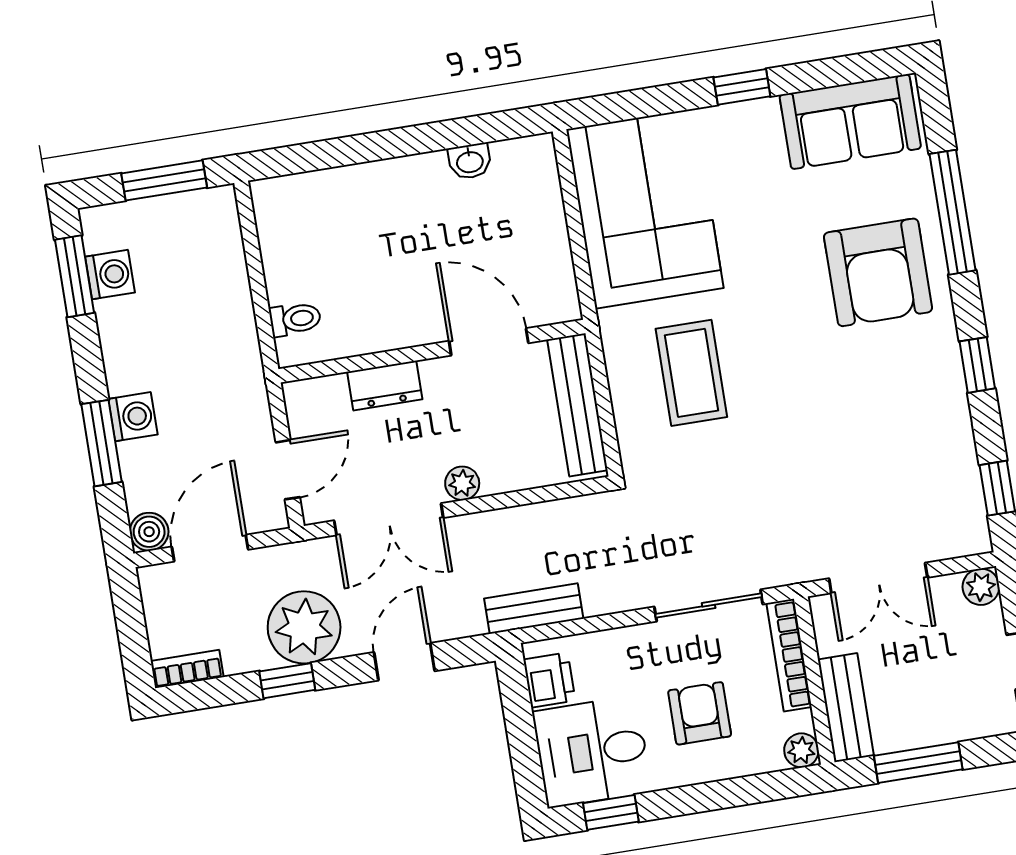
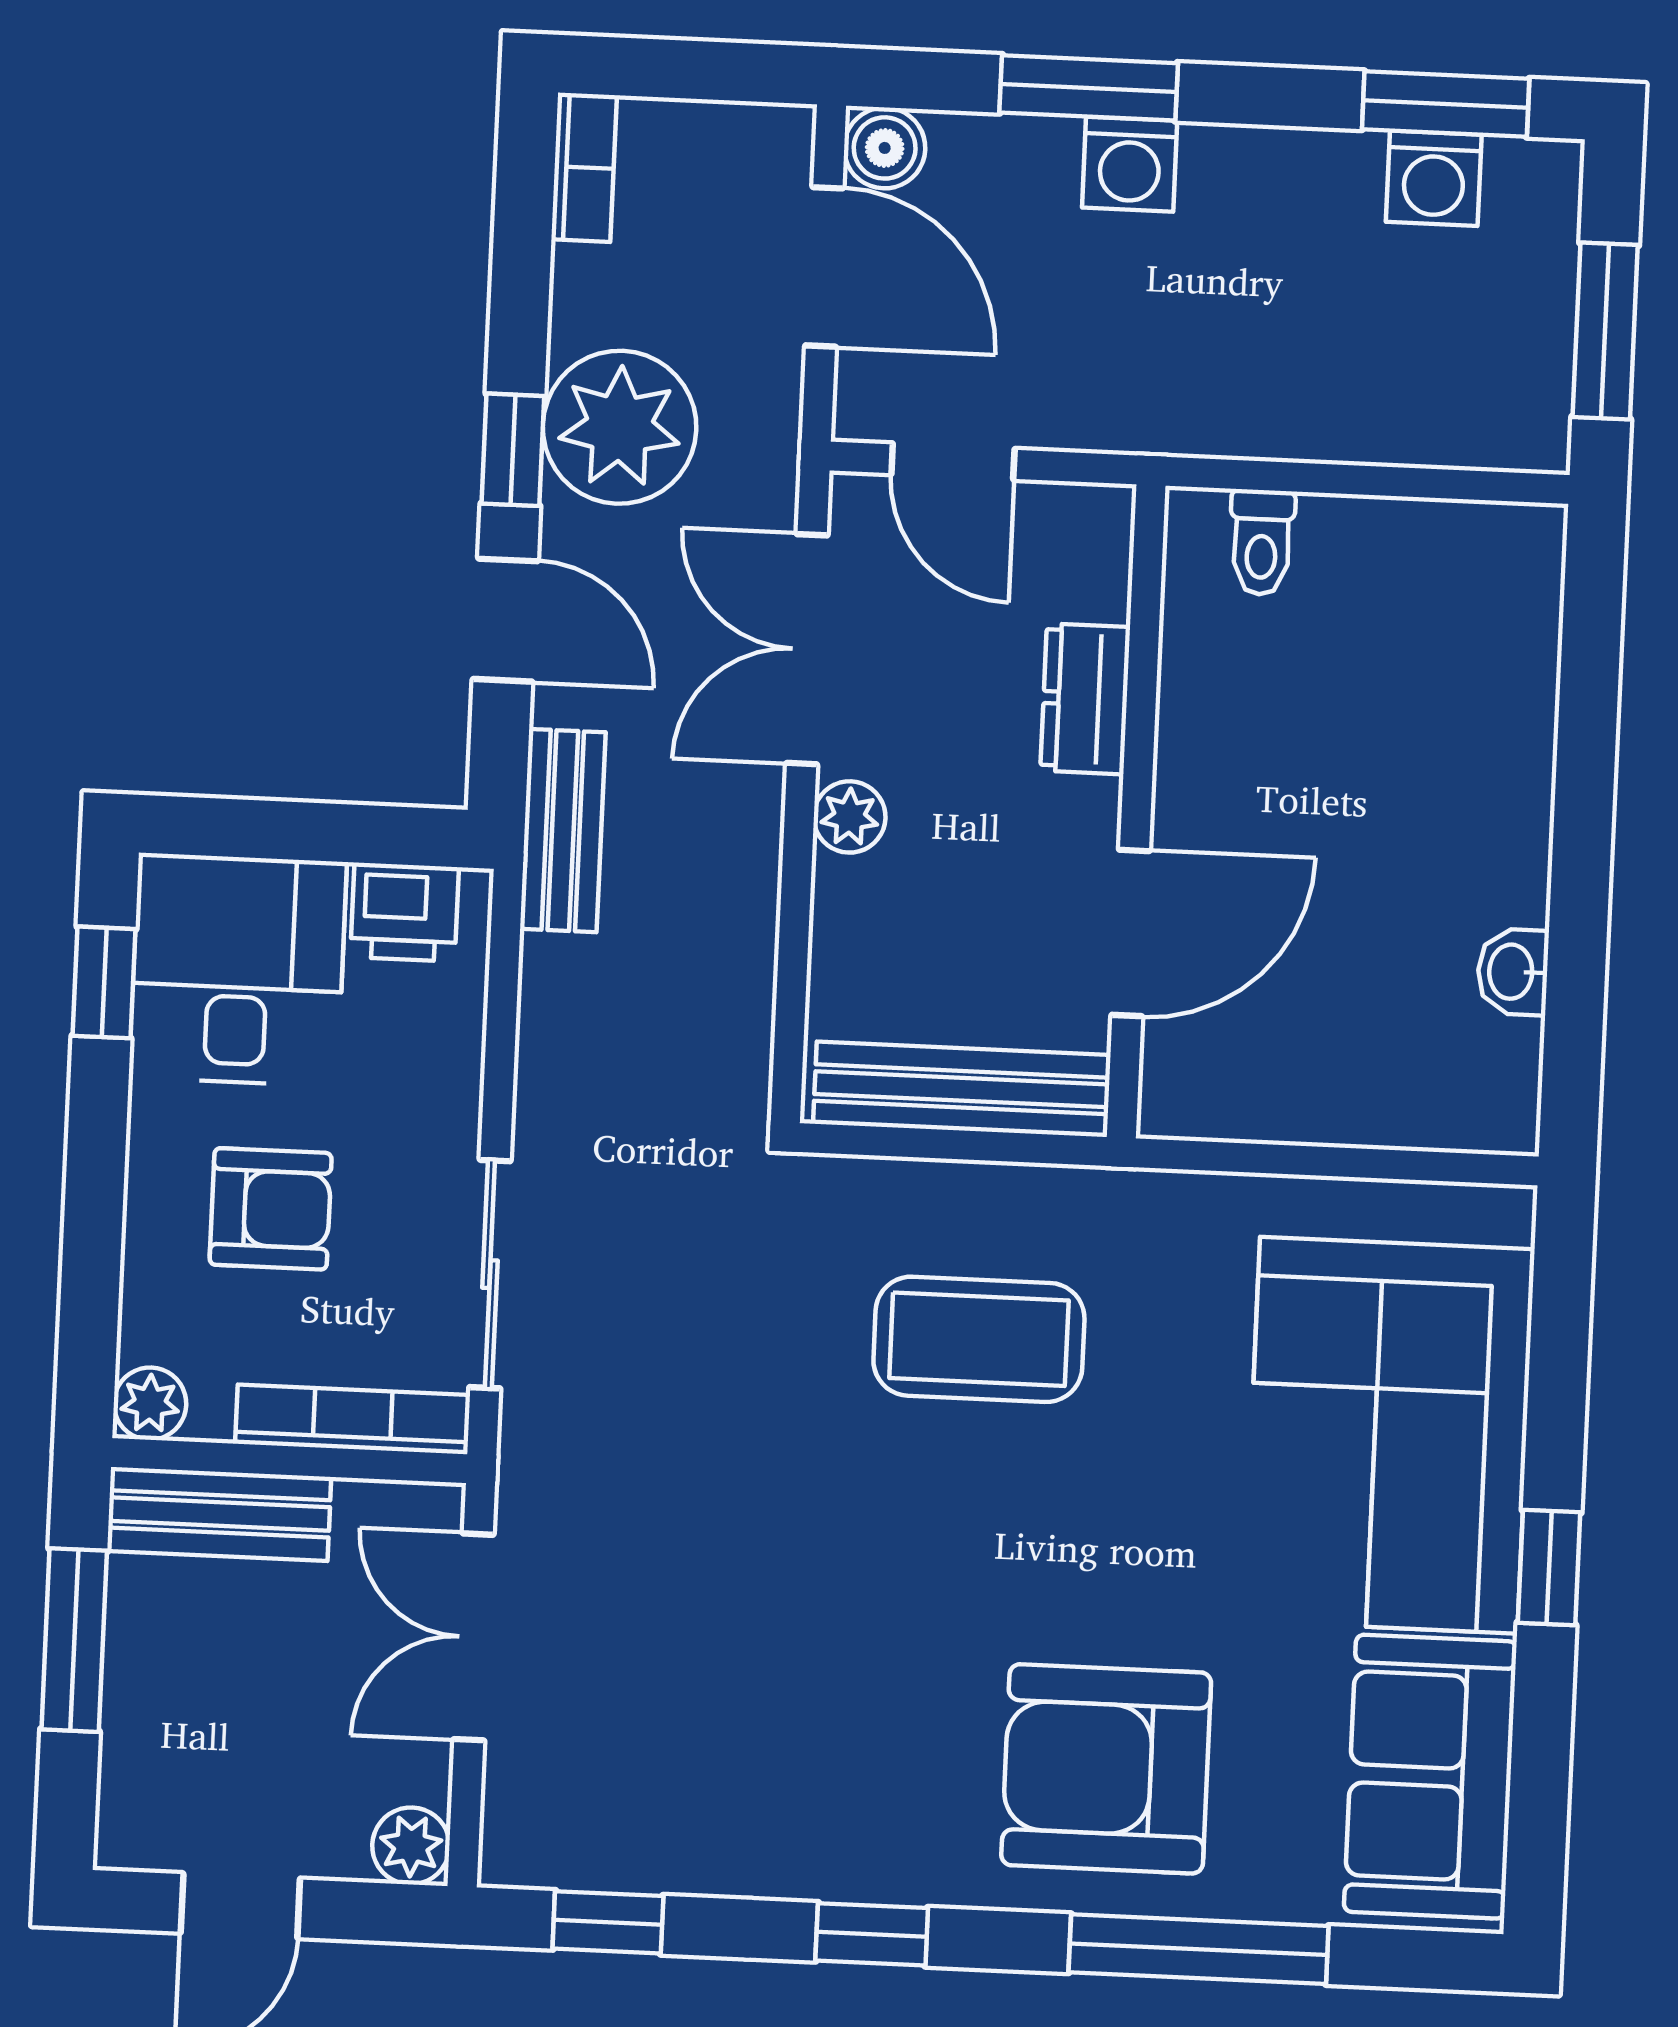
corner sofa: (645, 209) -> (1389, 1435), moved, turned 90
bench: (534, 609) -> (563, 831), moved
window: (287, 681) -> (513, 450), moved

